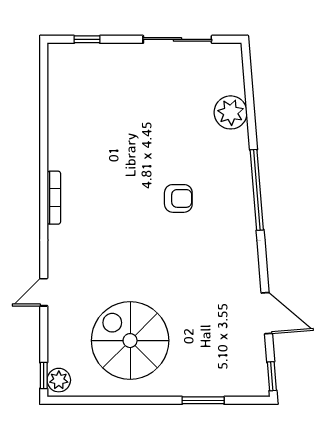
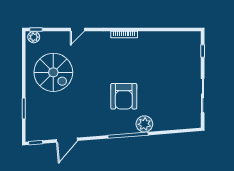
plant: (231, 112) -> (144, 124), moved
armchair: (178, 198) -> (124, 96), width x1.88, depth x1.88
door: (44, 292) -> (77, 30), swing flipped
spiral stairs: (130, 341) -> (53, 72), turned 90

